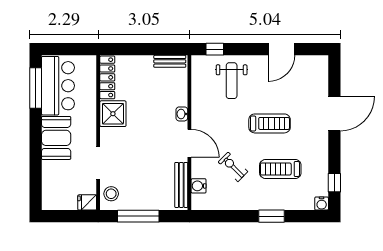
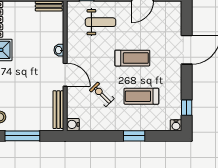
weight bench: (232, 81) -> (101, 22), turned -90
water cooler: (199, 186) -> (73, 124), moved

